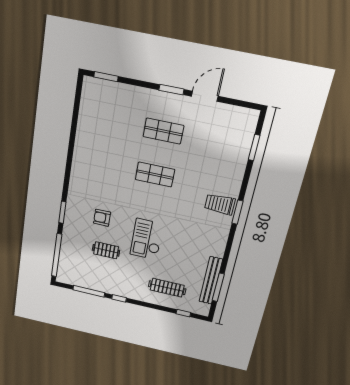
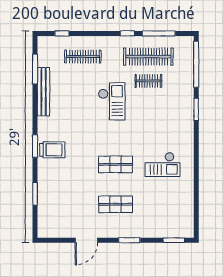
window: (171, 90) -> (129, 240), moved
window: (254, 148) -> (35, 194), moved
checkout: (105, 164) -> (163, 165), added
armchair: (102, 218) -> (157, 113), removed
clothes rail: (102, 273) -> (148, 57), added
bench: (211, 281) -> (44, 92), moved

